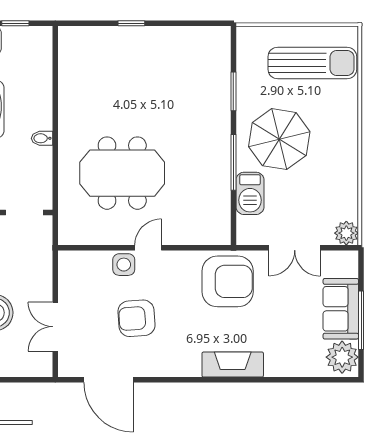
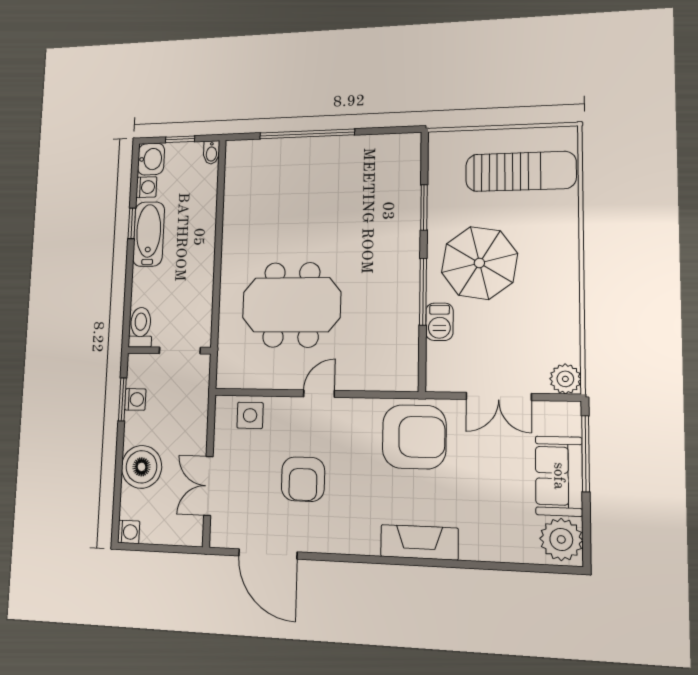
window: (131, 23) -> (307, 134), width x3.17
bidet: (42, 138) -> (211, 152), moved, turned -90
barbecue: (250, 193) -> (439, 322), width x0.73, depth x0.79
side table: (124, 265) -> (250, 415), moved
armchair: (136, 318) -> (303, 479), turned -86
window: (361, 320) -> (586, 454), moved

